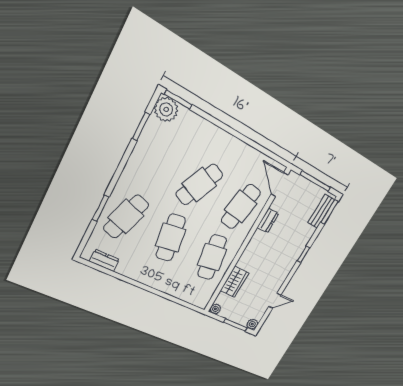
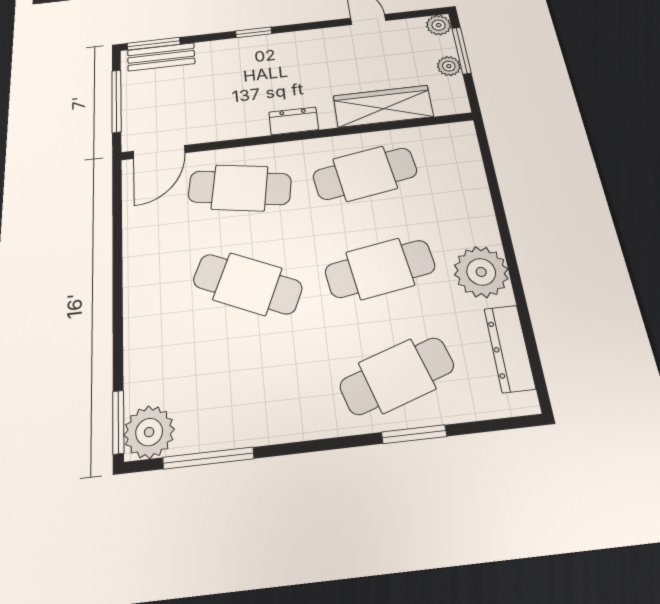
window: (141, 126) -> (208, 458), width x1.44
cafe table: (126, 217) -> (397, 376), turned -36
dresser: (268, 221) -> (294, 121), moved
dresser: (104, 260) -> (509, 348), width x1.44
plant: (144, 272) -> (481, 272), added
wardrobe: (234, 282) -> (383, 106), width x1.50
plant: (215, 309) -> (449, 66), moved

